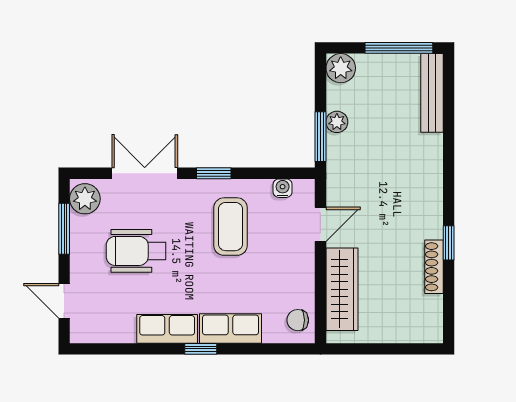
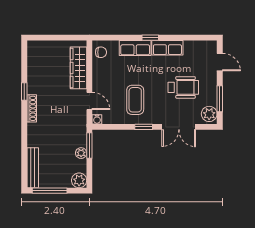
water cooler: (283, 188) -> (97, 119), moved
door: (320, 224) -> (89, 101), swing flipped
shoe rack: (434, 267) -> (32, 108), moved

